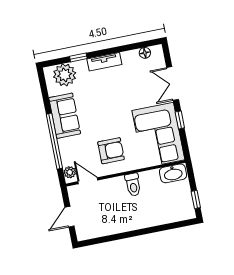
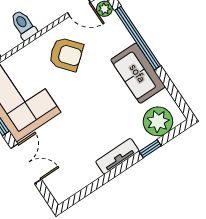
floor lamp: (145, 53) -> (74, 187), removed
armchair: (111, 151) -> (66, 54), turned -130

